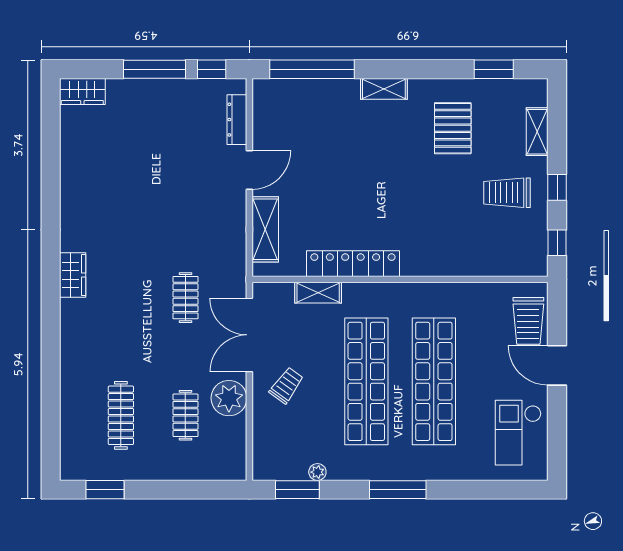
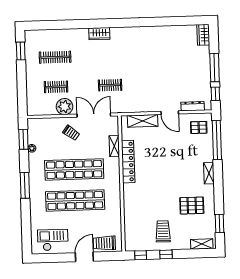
pallet: (284, 108) -> (199, 127), added
shelving: (537, 132) -> (202, 244), moved
wardrobe: (73, 275) -> (99, 34), moved

